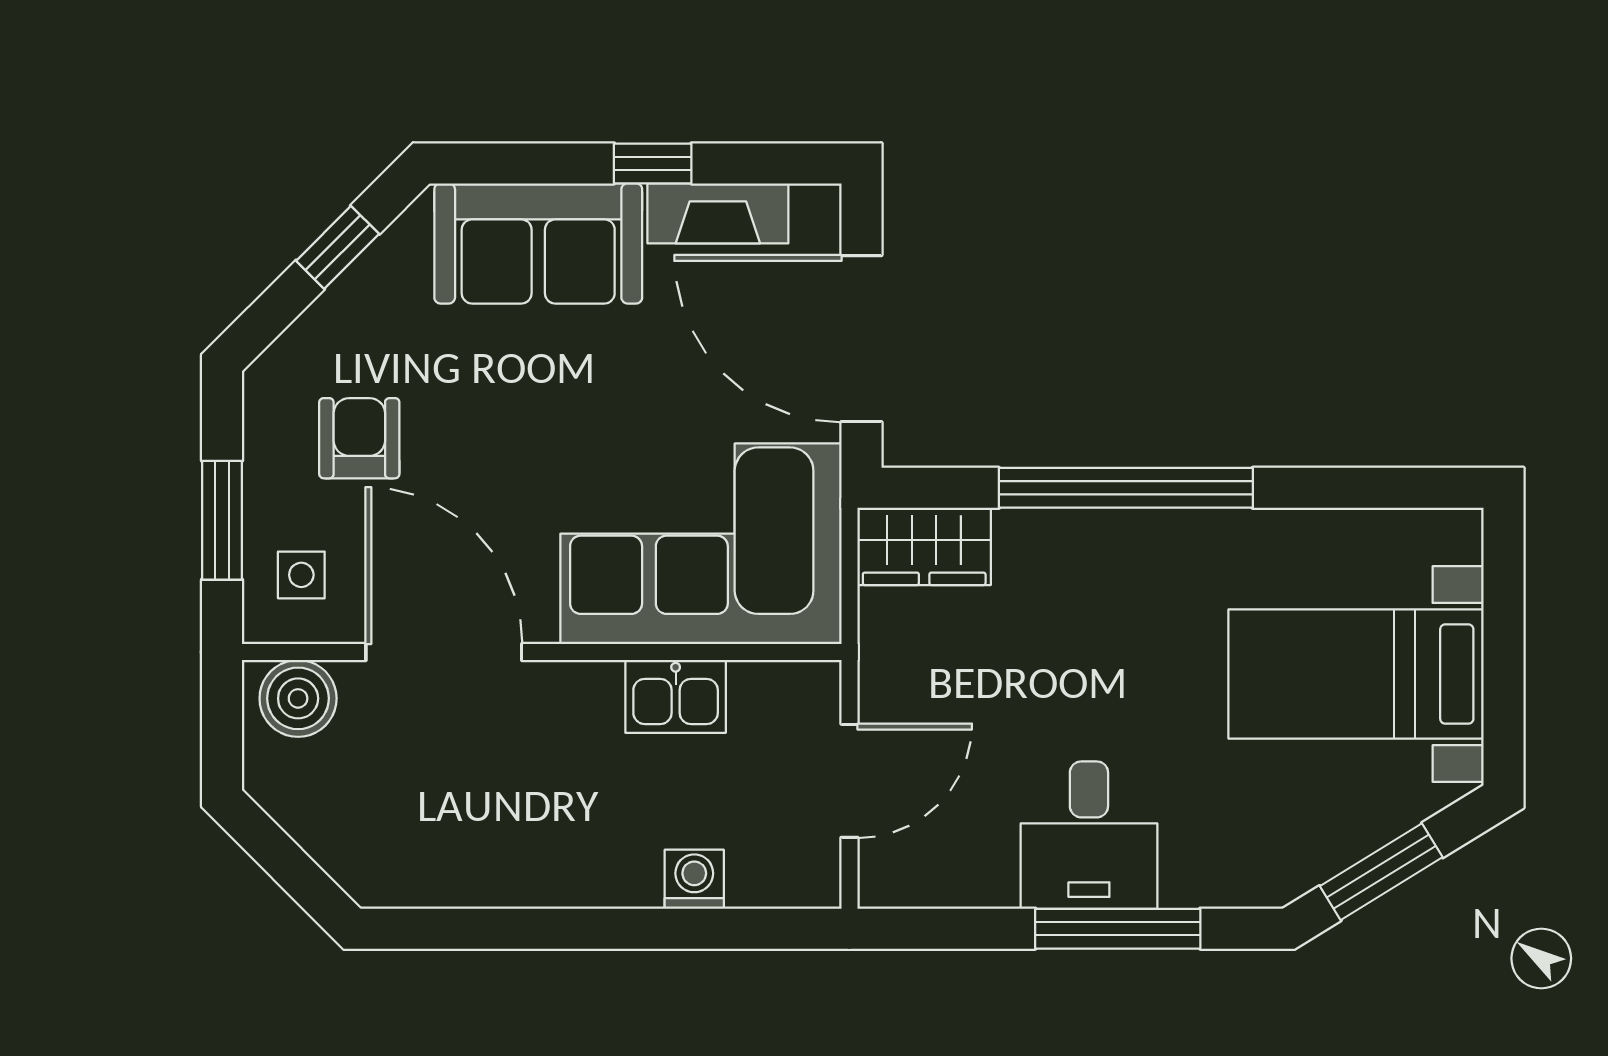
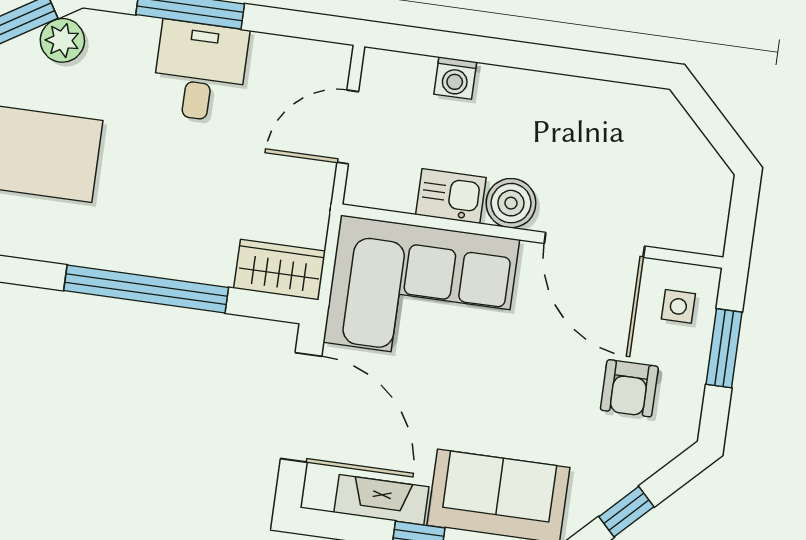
boiler: (298, 698) -> (511, 203), moved
plant: (1308, 853) -> (62, 40), added

